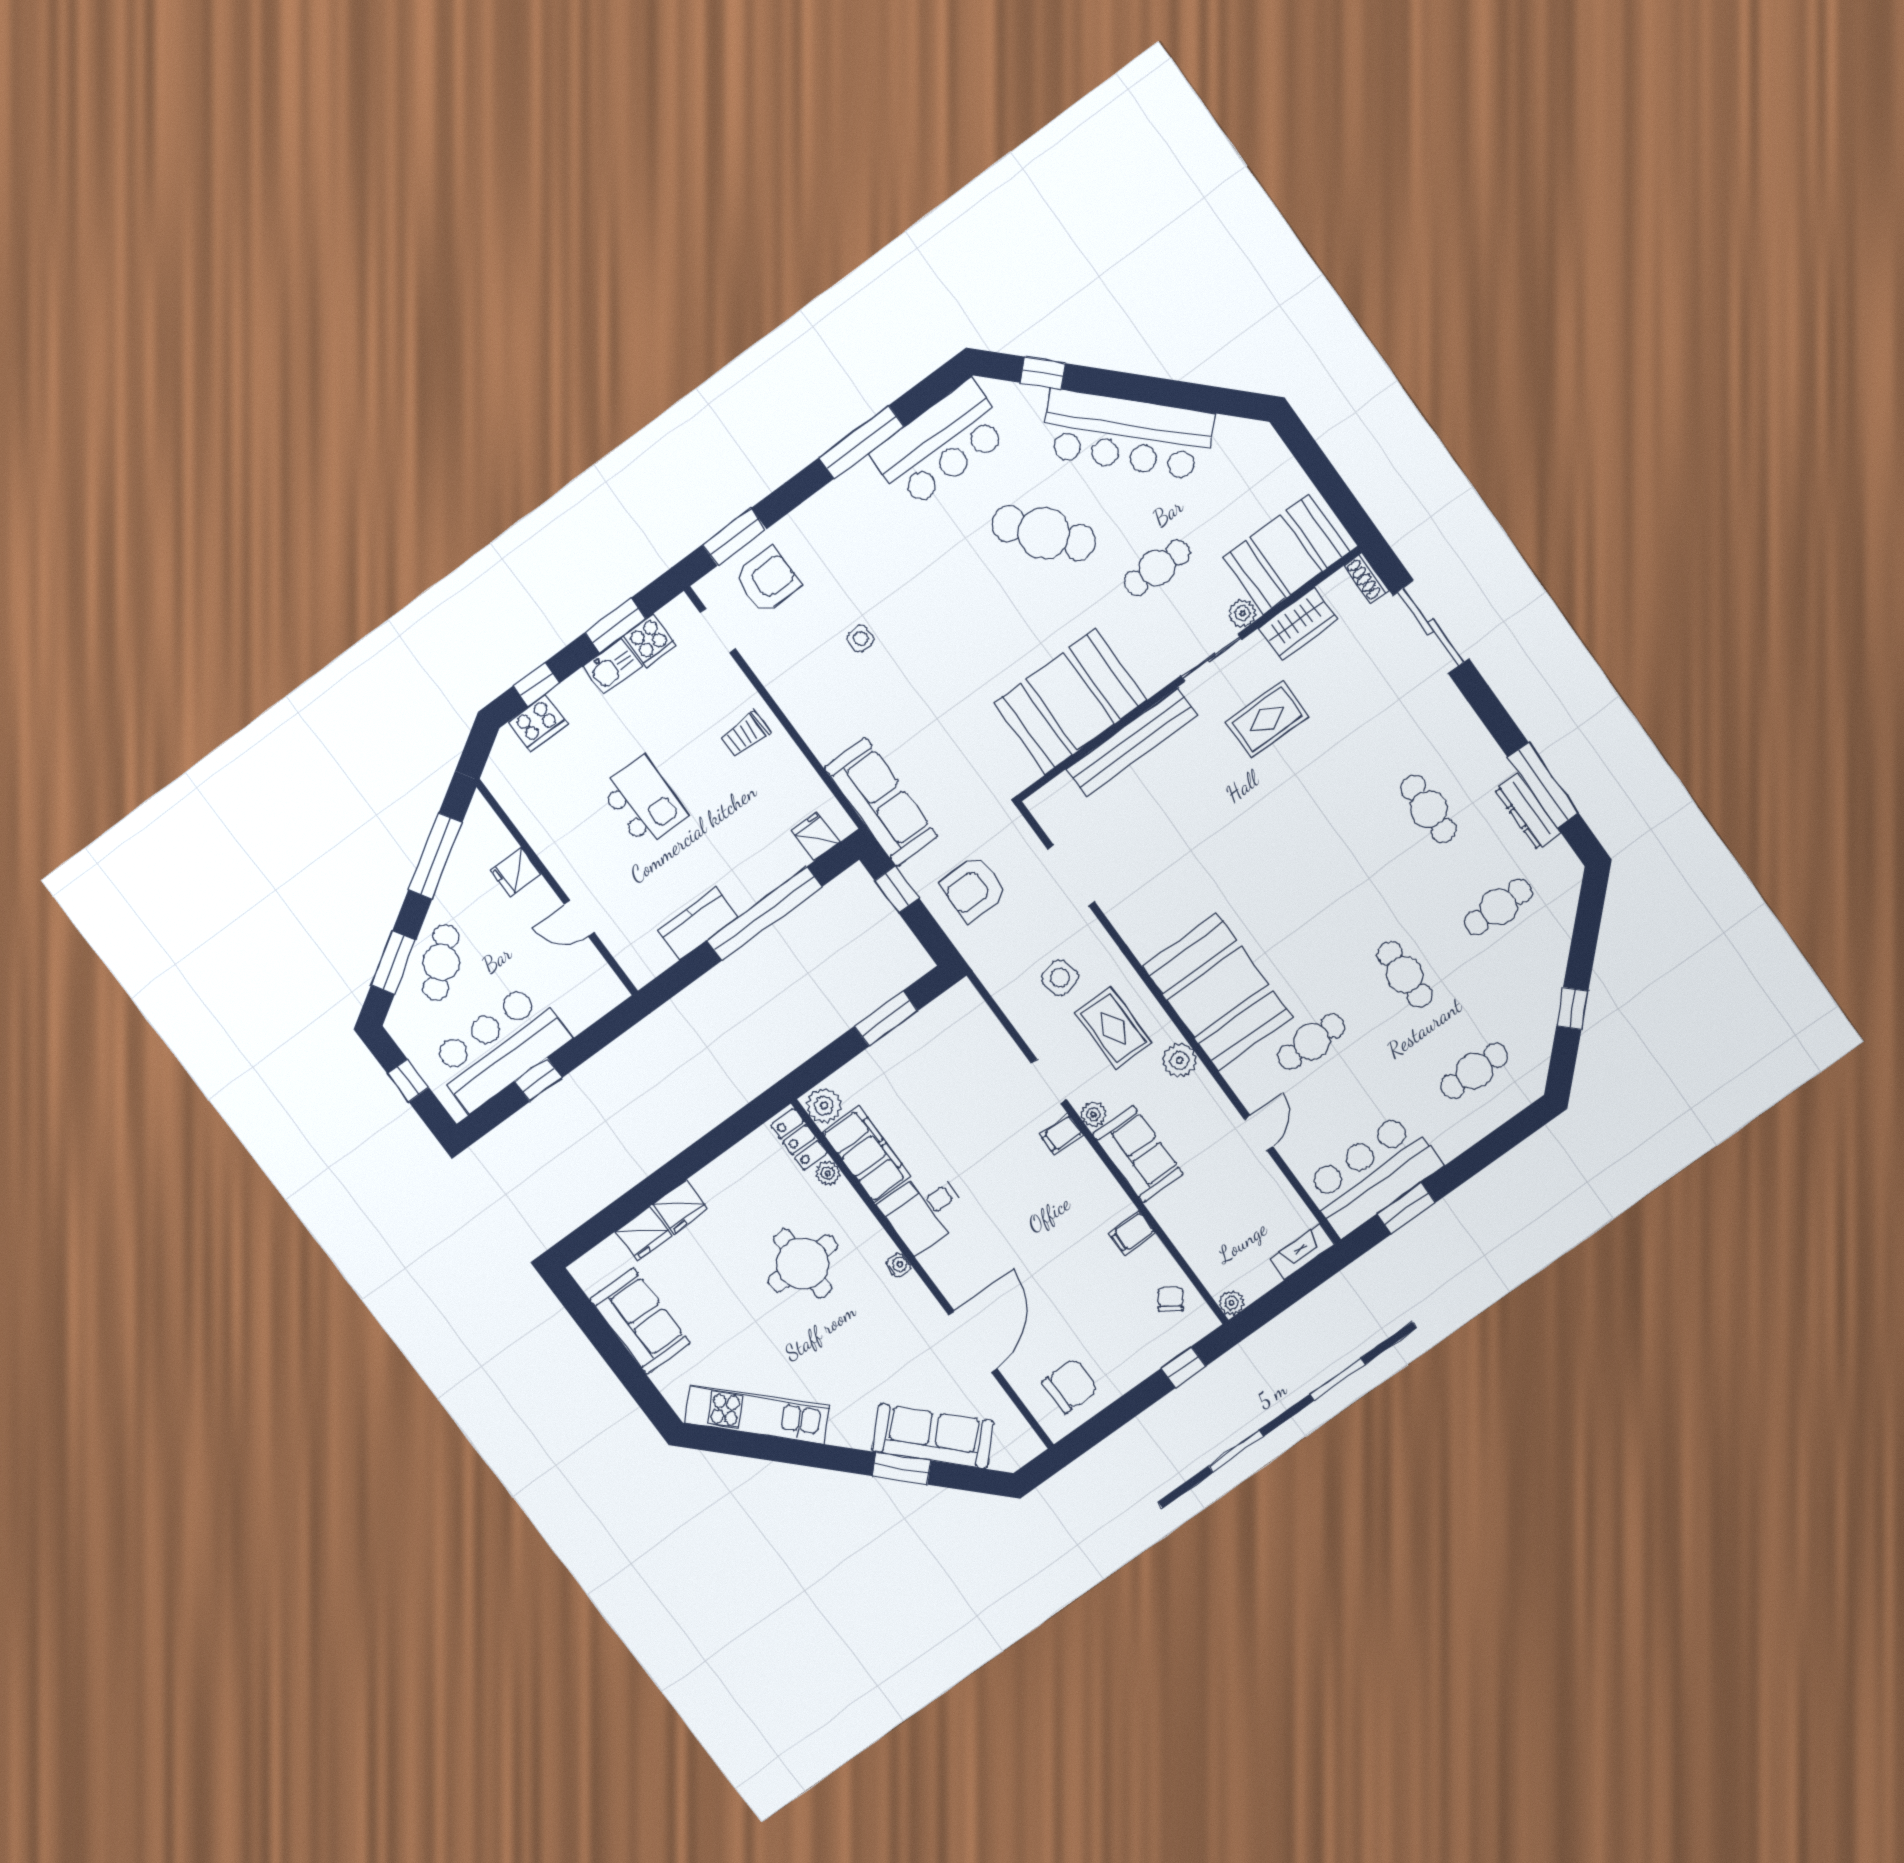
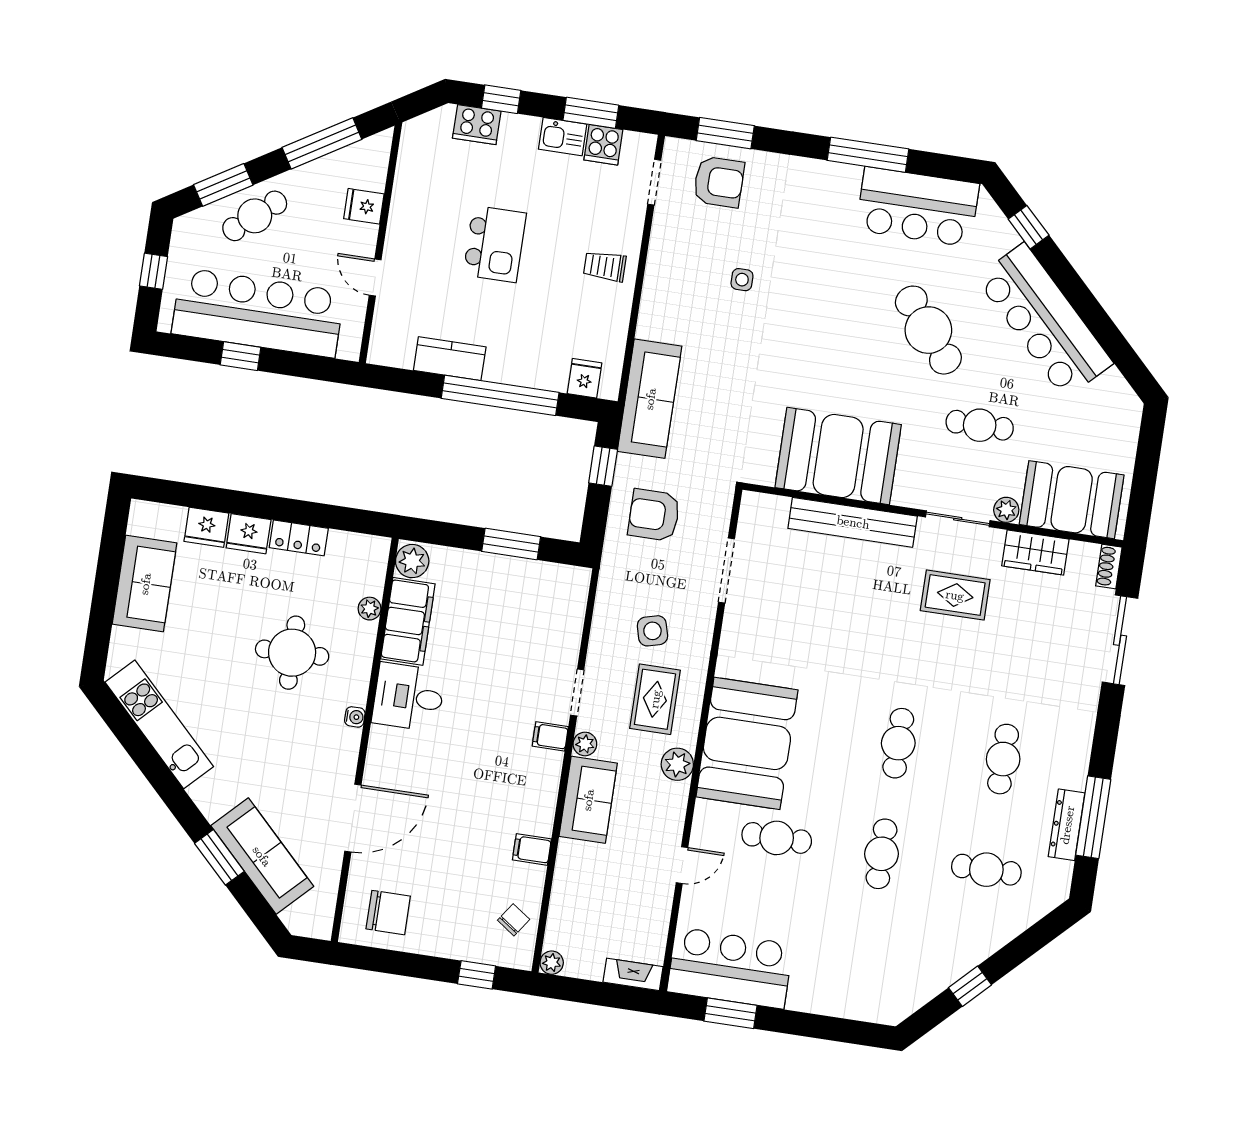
bar counter: (499, 1048) -> (258, 313), width x1.36
cafe table: (1474, 1071) -> (898, 743), moved, turned 90
locker: (799, 1139) -> (299, 538), moved, turned -90

